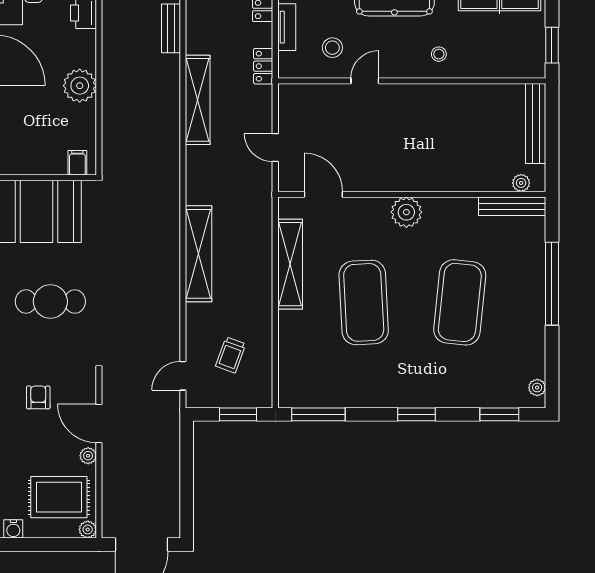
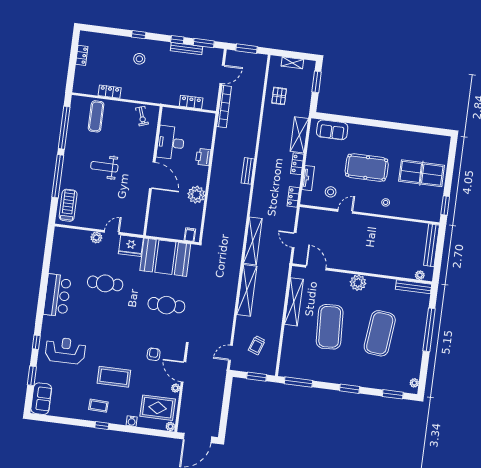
shelving: (198, 100) -> (253, 241), moved

